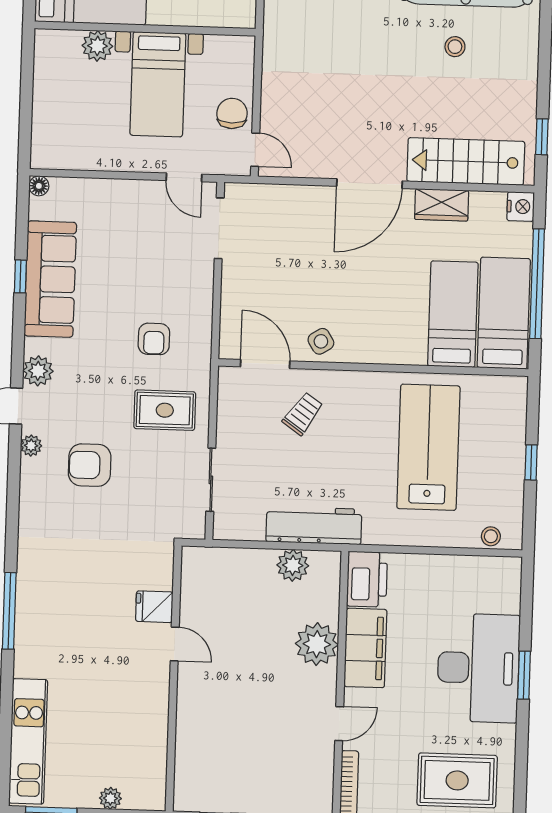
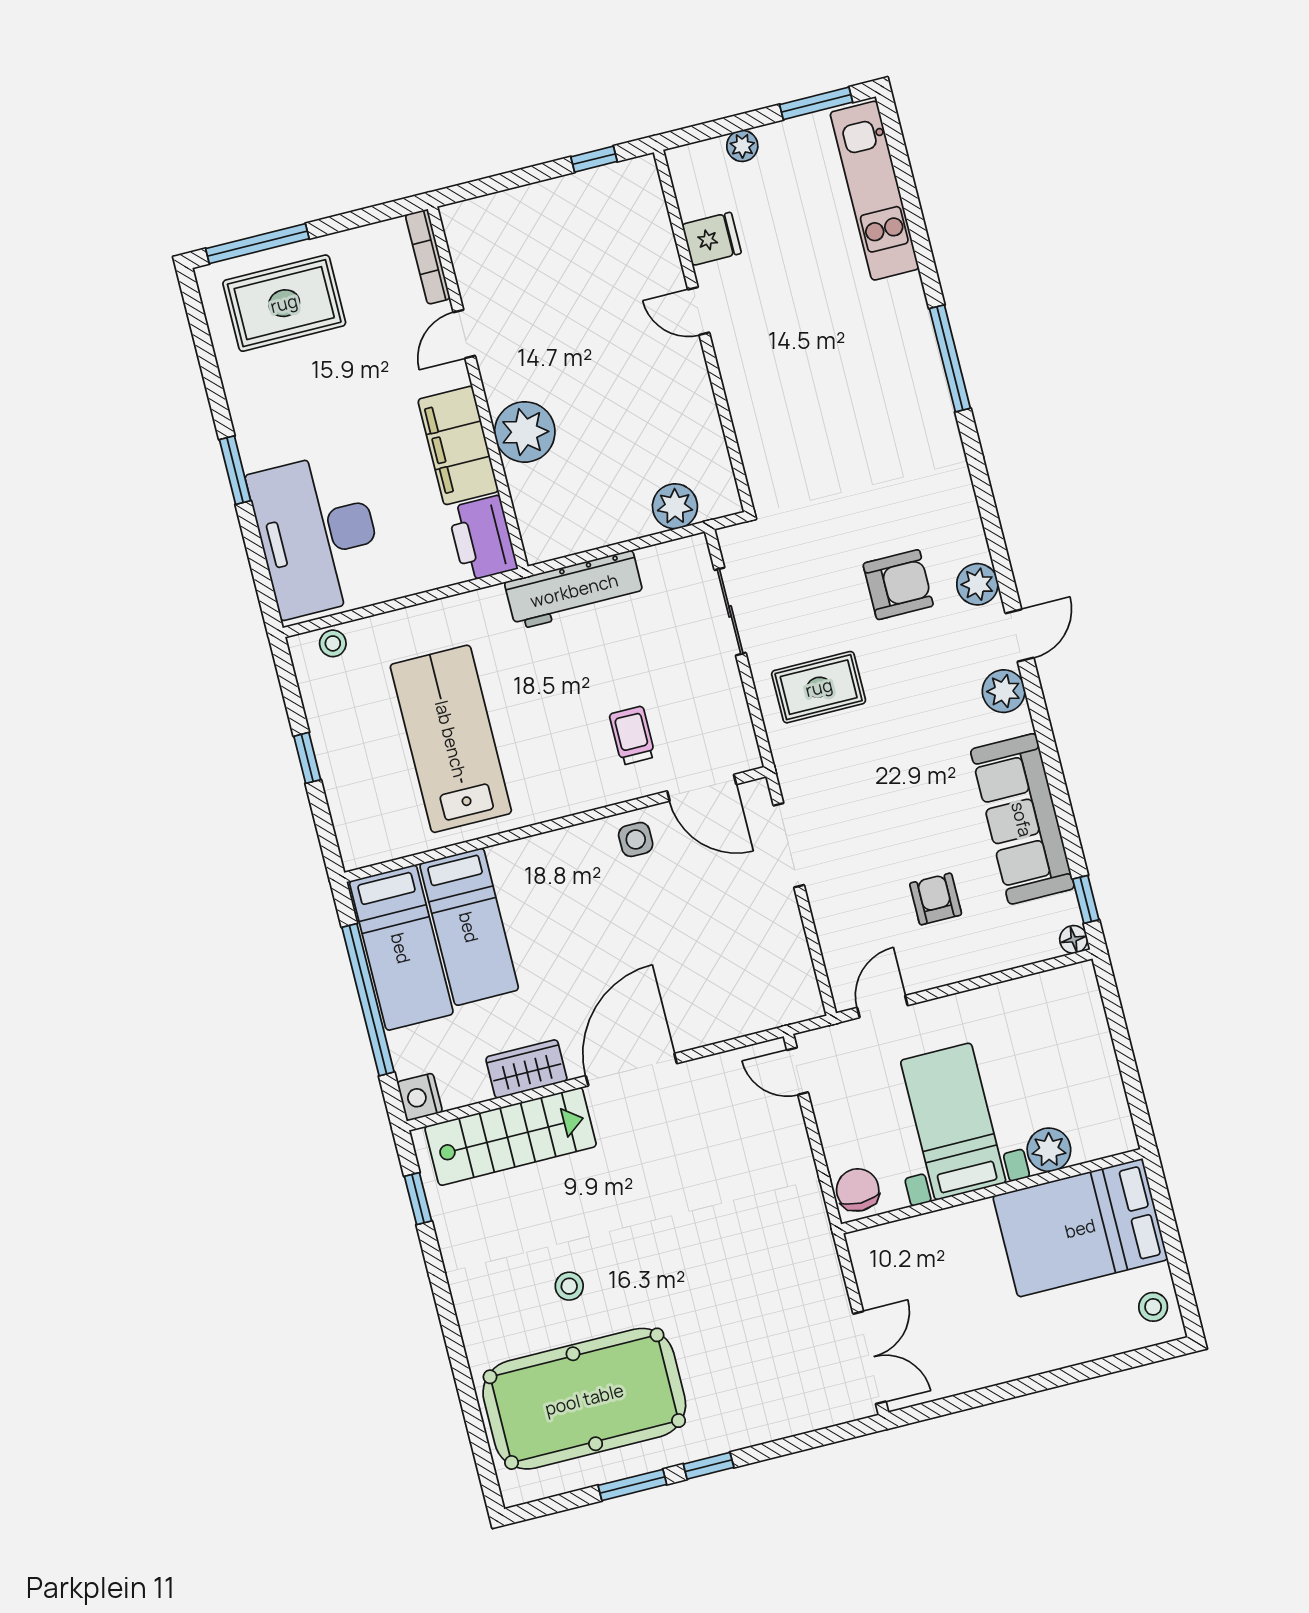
chair: (232, 113) -> (858, 1190), moved, turned 180
door: (184, 177) -> (882, 1007), hinge flipped
doorway: (219, 228) -> (789, 845), moved
window: (20, 276) -> (1086, 899), moved
armchair: (154, 339) -> (936, 899), moved
side table: (321, 341) -> (636, 839), turned 32
trolley: (303, 414) -> (632, 736), turned 145
plant: (31, 446) -> (977, 584), width x1.38, depth x1.38
lab bench: (428, 447) -> (451, 739), turned 180
plant: (293, 565) -> (675, 506), moved
fridge: (154, 607) -> (712, 239), moved
door: (175, 644) -> (699, 311), moved
desk: (478, 668) -> (317, 535), moved

